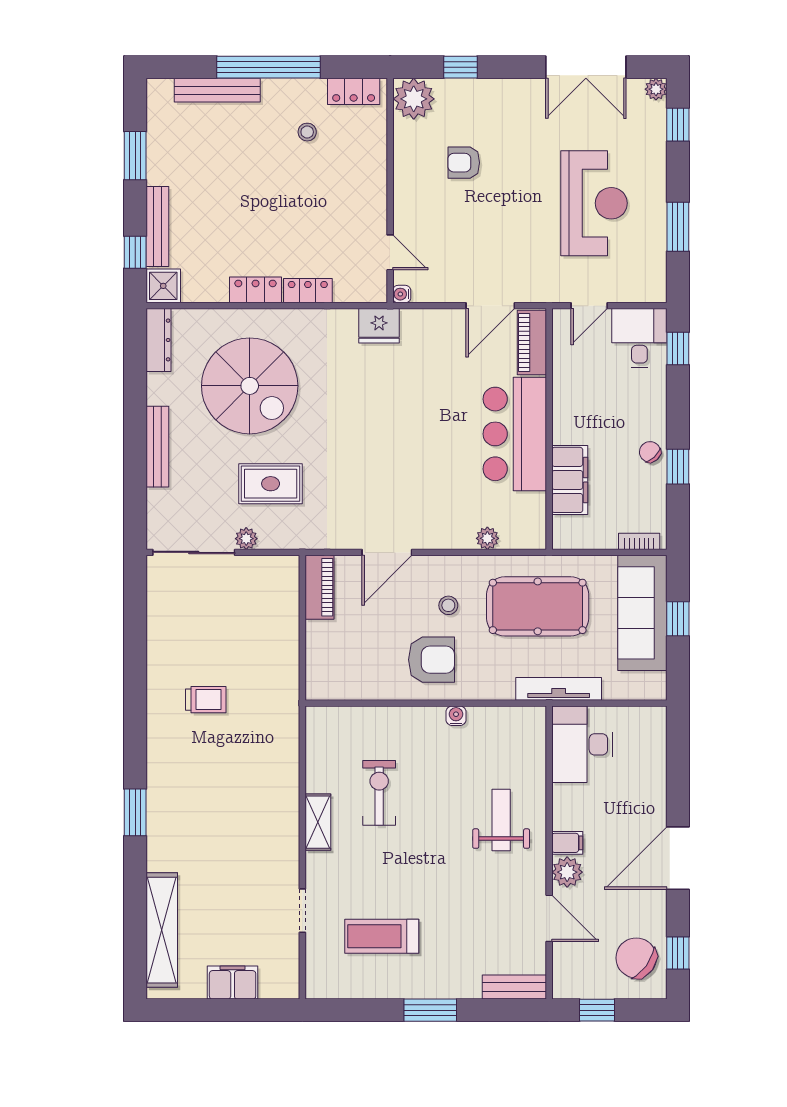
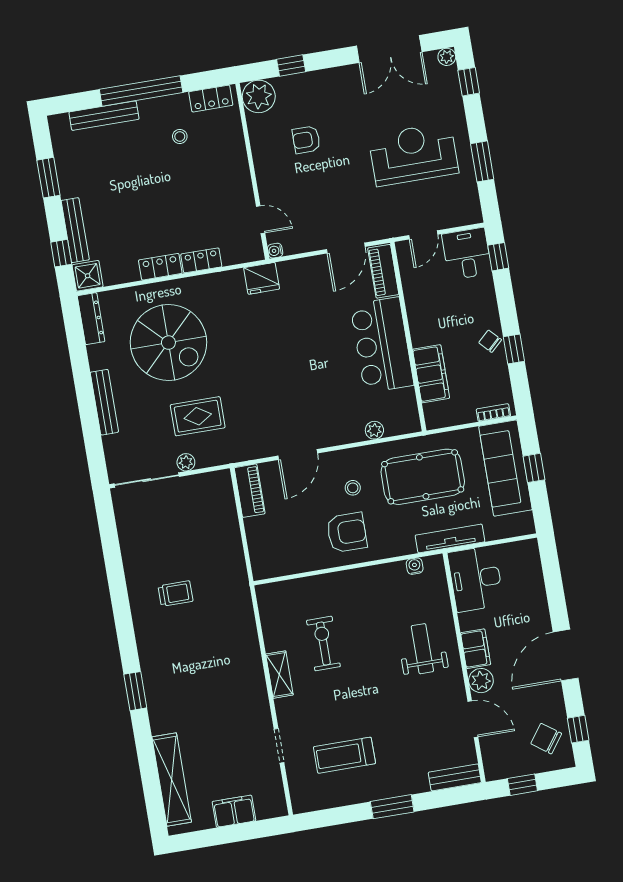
reception desk: (594, 203) -> (413, 154), turned -90
water cooler: (456, 716) -> (415, 566), moved
filing cabinet: (567, 843) -> (476, 649), width x2.00
chair: (636, 958) -> (546, 739), width x0.73, depth x0.73

